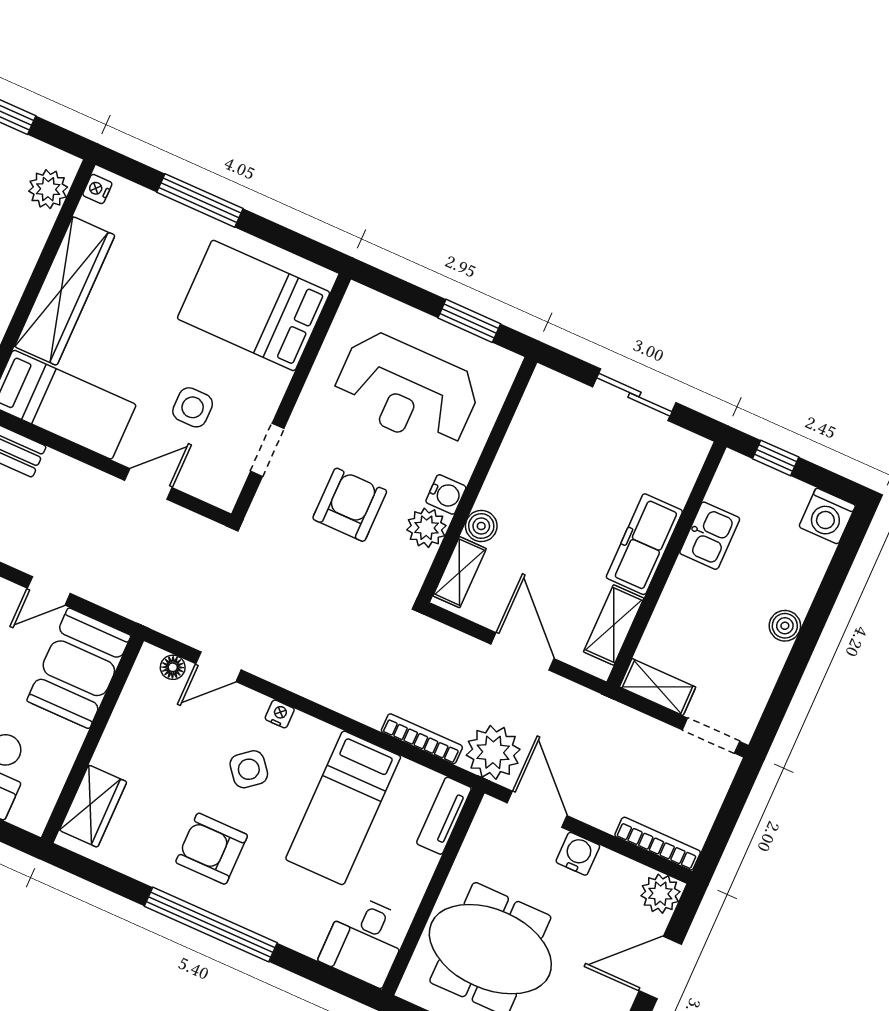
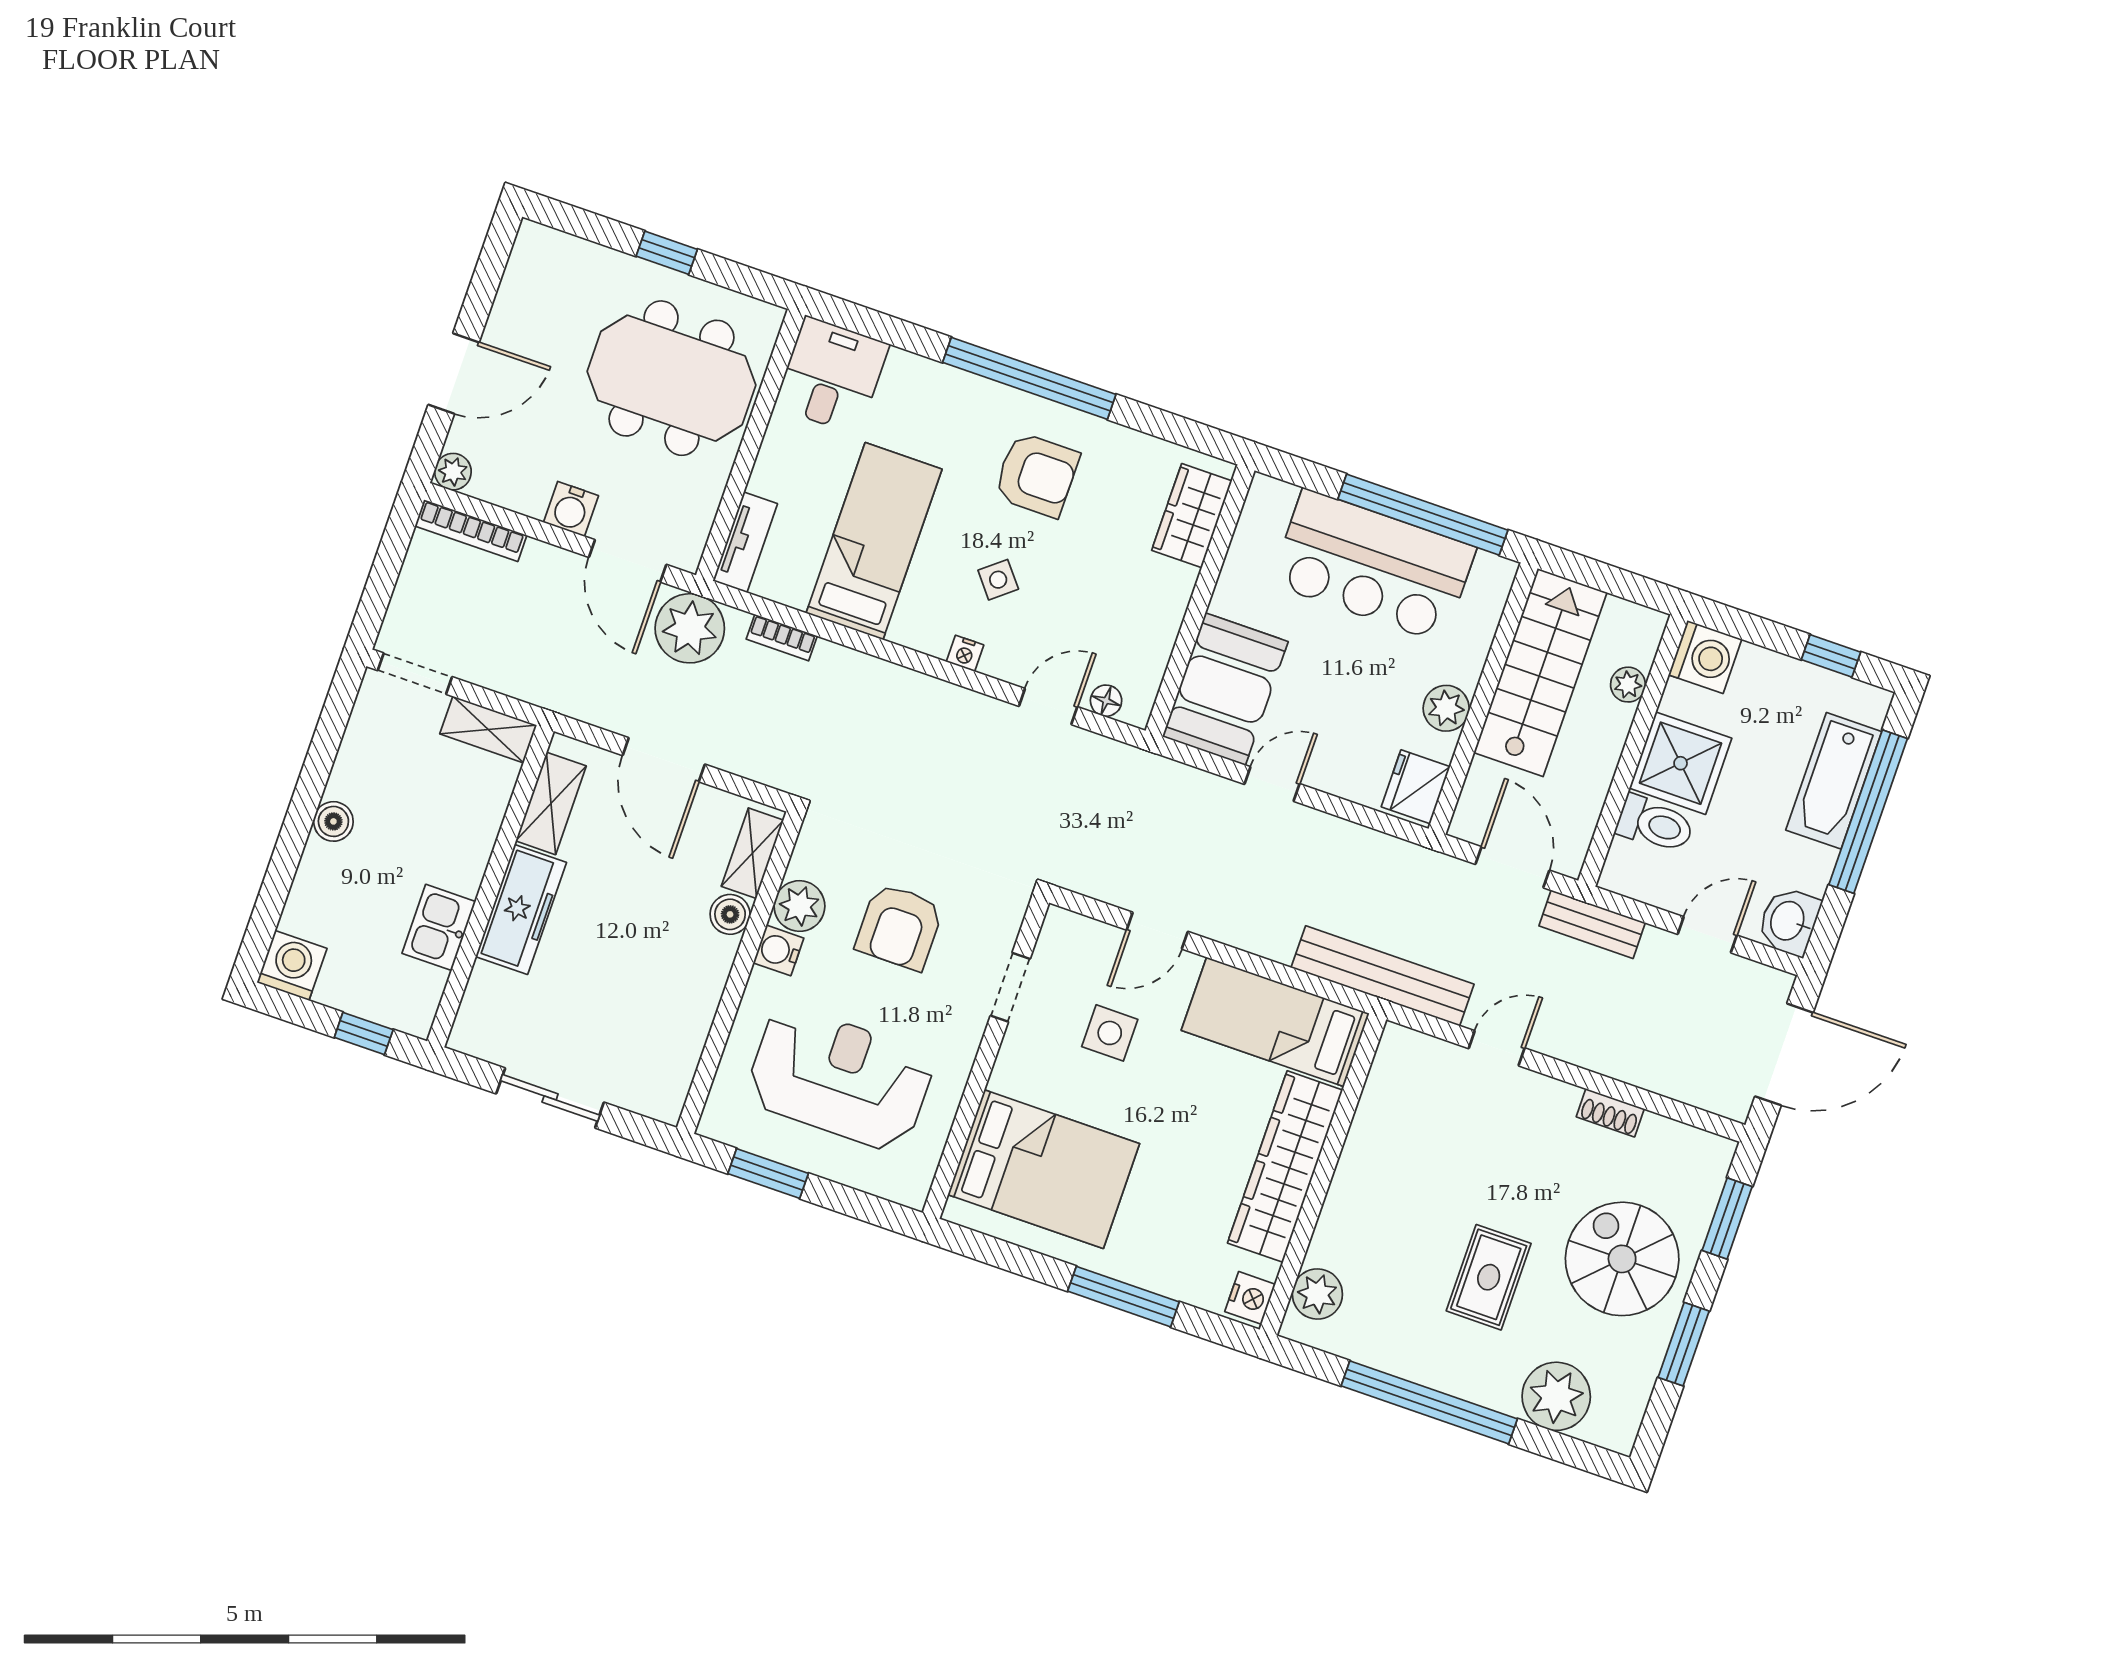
nightstand: (97, 189) -> (1250, 1298), width x1.39, depth x1.35
bookcase: (422, 739) -> (782, 638), width x0.64
side table: (249, 769) -> (998, 580), width x0.73, depth x0.73
plant: (660, 894) -> (453, 472), width x0.73, depth x0.73

